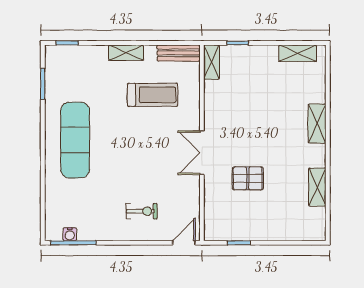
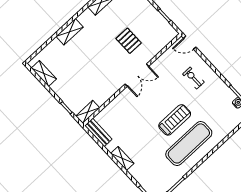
treadmill: (153, 95) -> (175, 120), moved, turned 90

